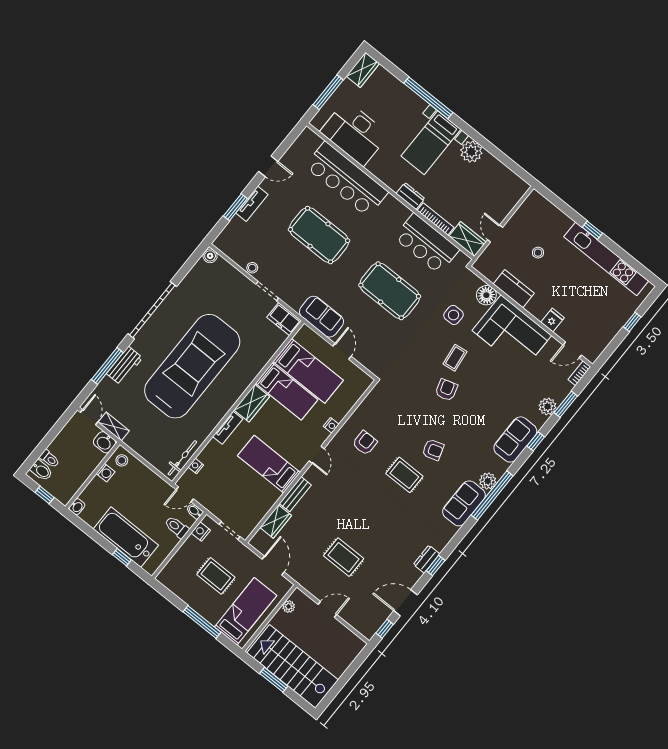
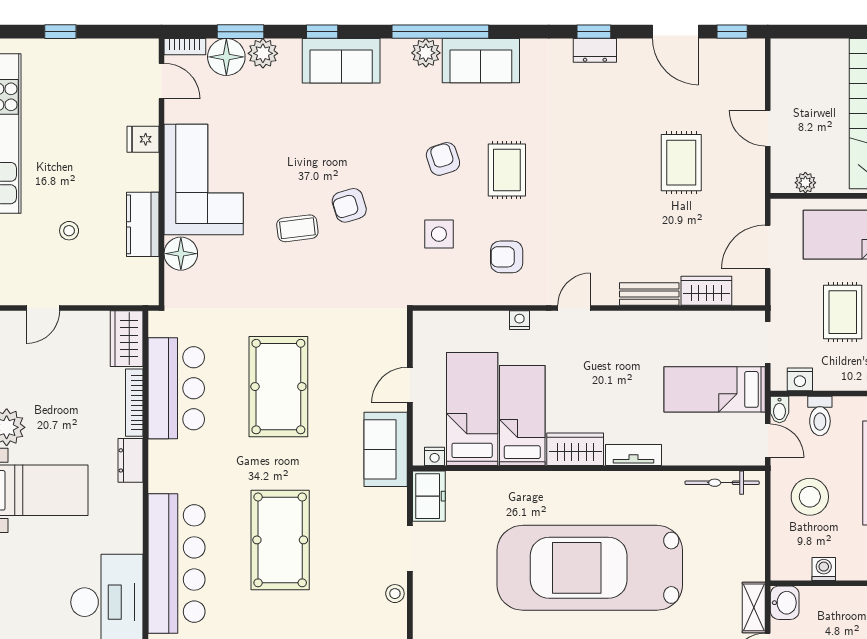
door: (495, 234) -> (43, 308), moved
side table: (453, 315) -> (439, 234), moved
floor lamp: (559, 388) -> (226, 57), added
stool: (122, 460) -> (810, 497), moved, width x1.89, depth x1.89
bed: (269, 464) -> (715, 389), moved, turned 90
nightstand: (196, 466) -> (435, 456), moved

